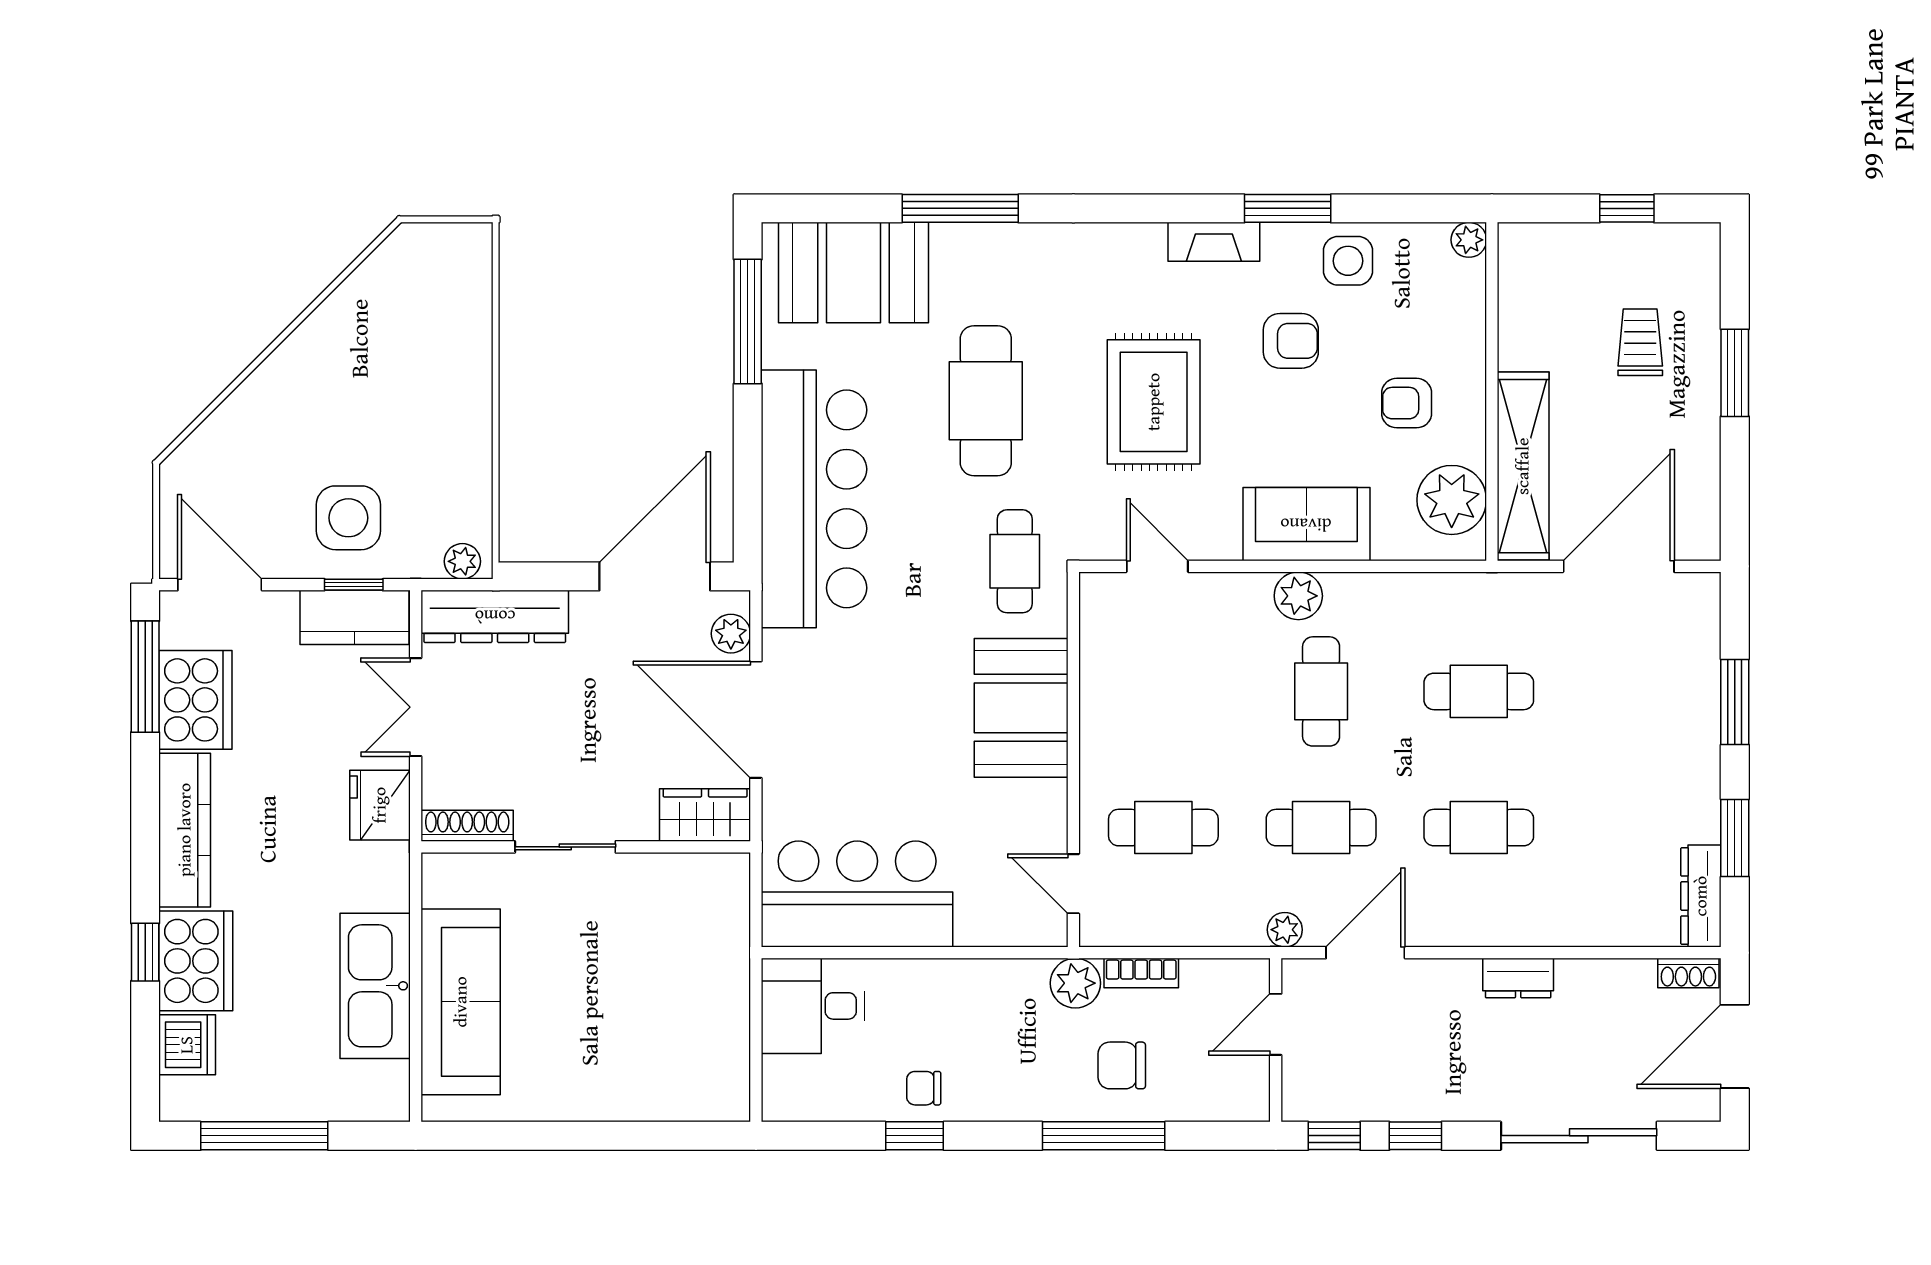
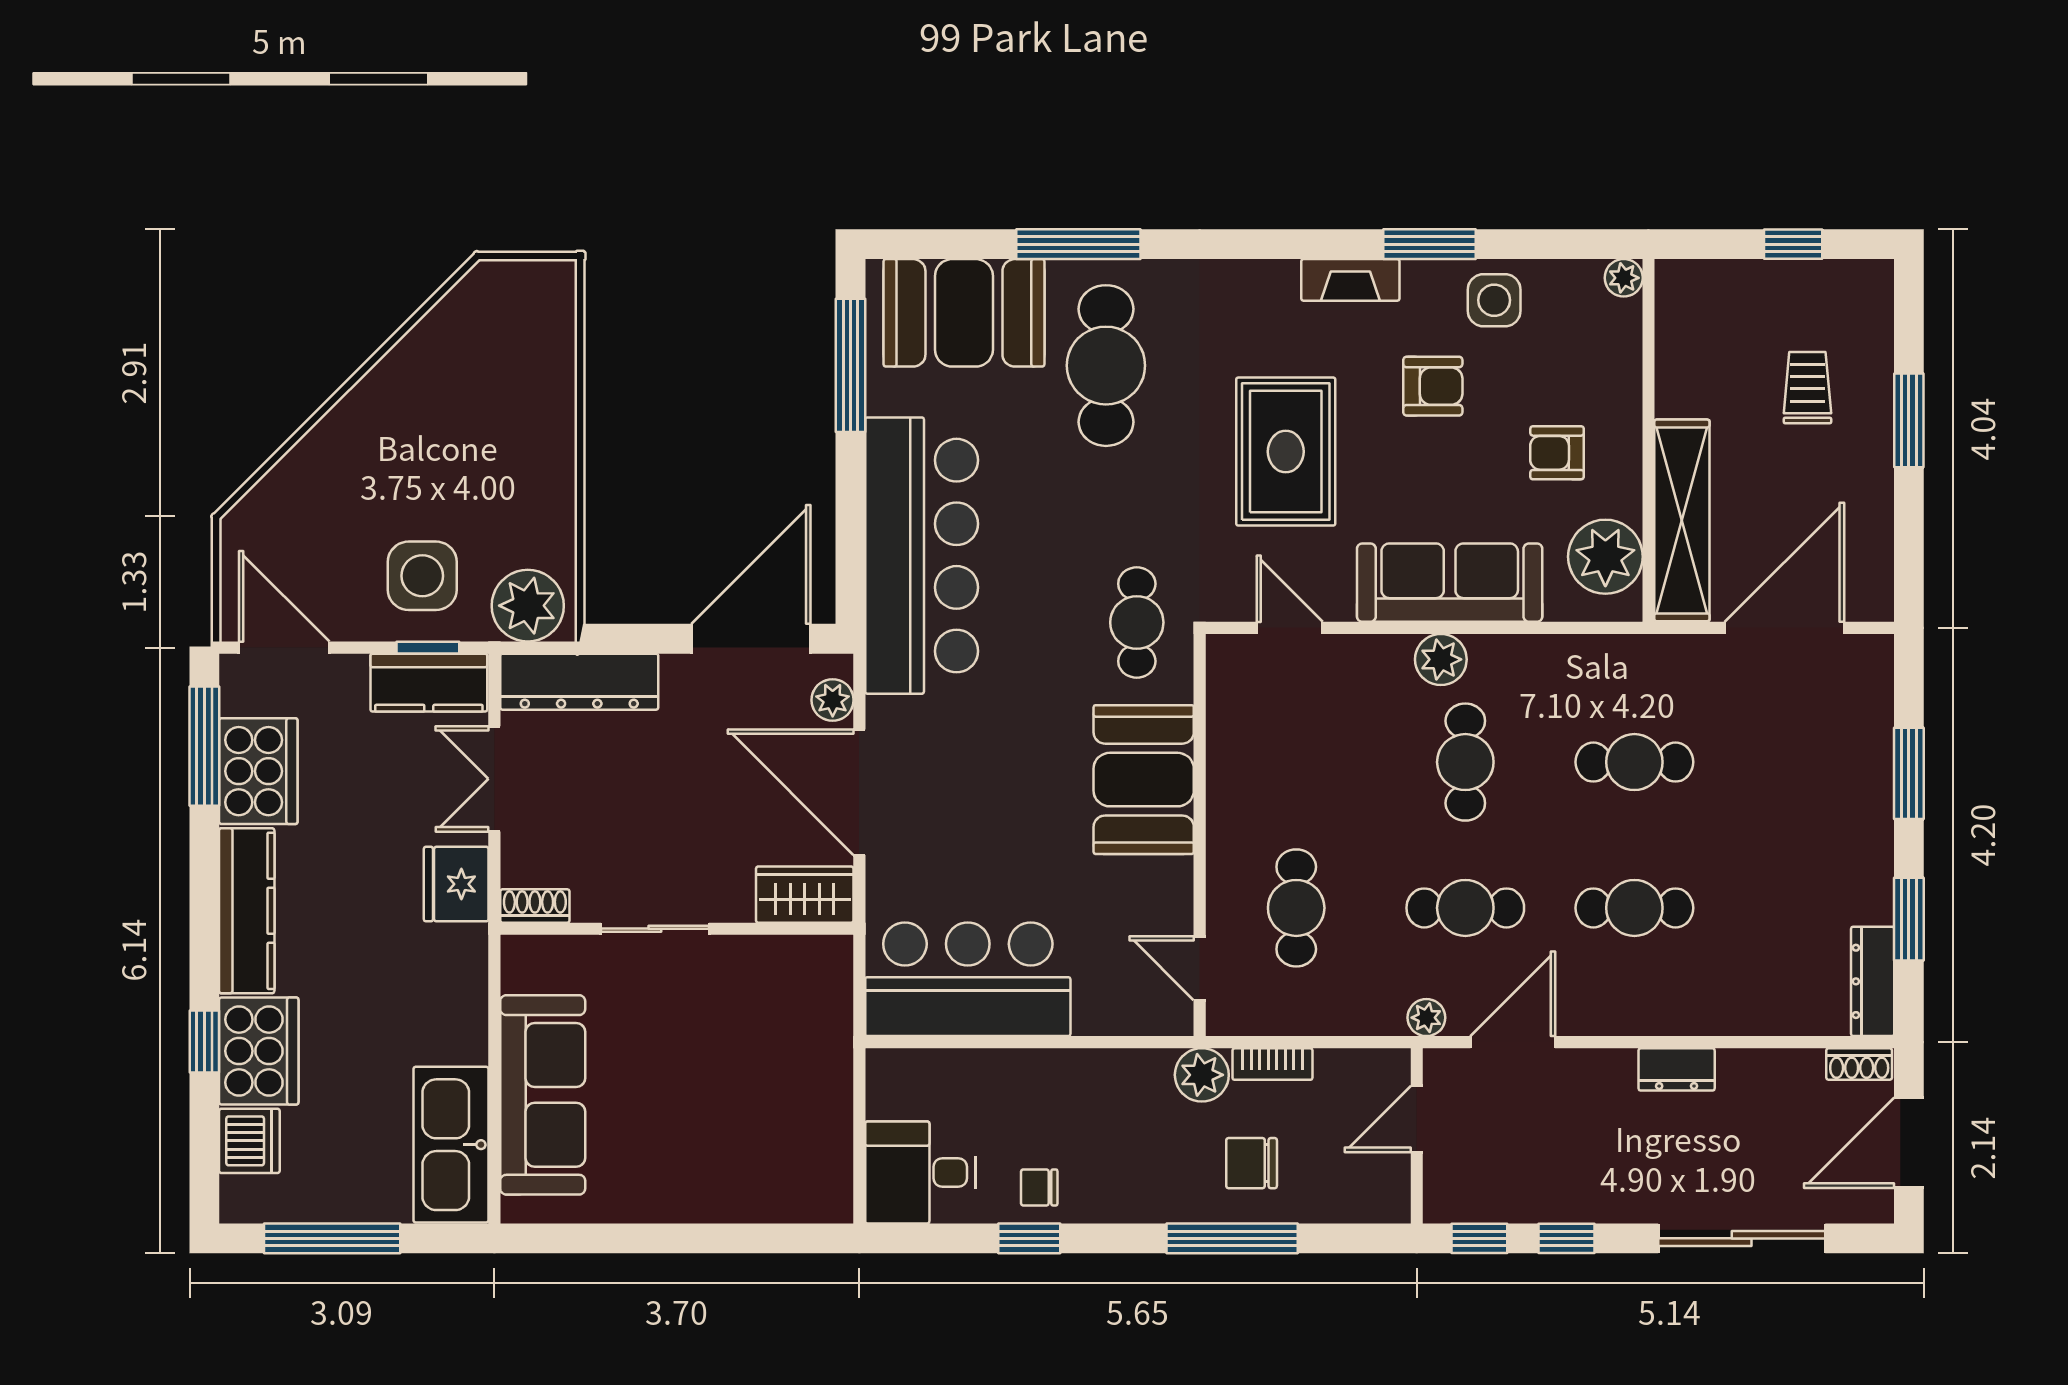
cafe table: (986, 401) -> (1106, 366), moved
sofa: (1306, 524) -> (1450, 583), width x1.36
plant: (462, 561) -> (528, 606), width x1.87, depth x1.87
shoe rack: (467, 826) -> (535, 906), width x0.70
cafe table: (1163, 828) -> (1296, 908), turned 90
kitchen sink: (375, 986) -> (451, 1145), moved
desk: (813, 1006) -> (920, 1172), moved

